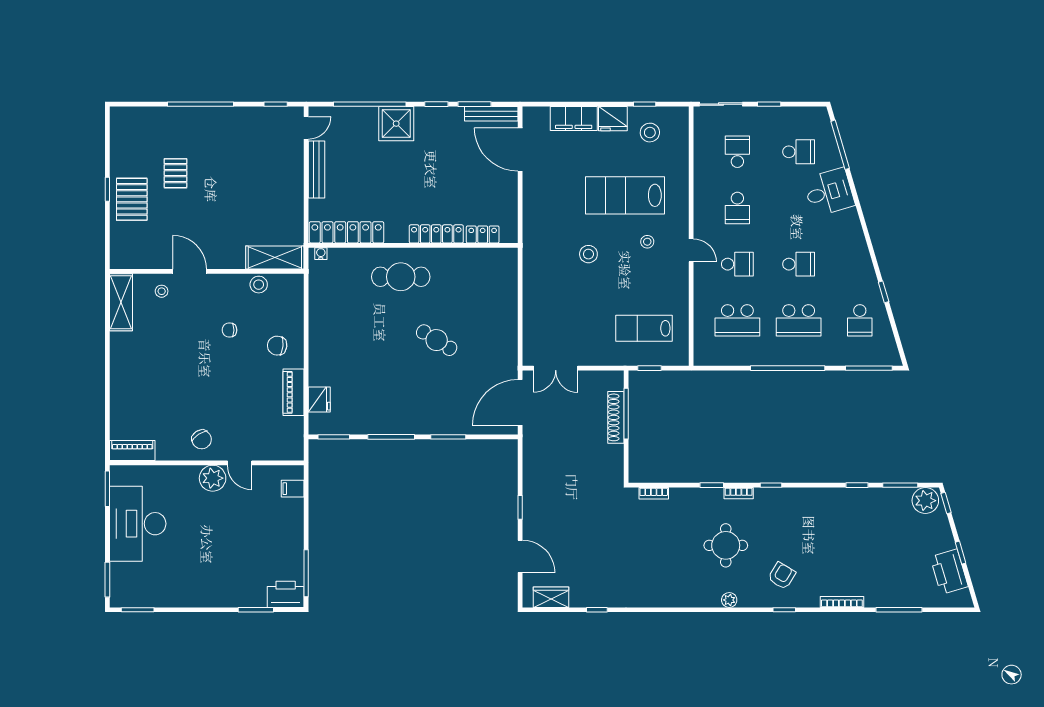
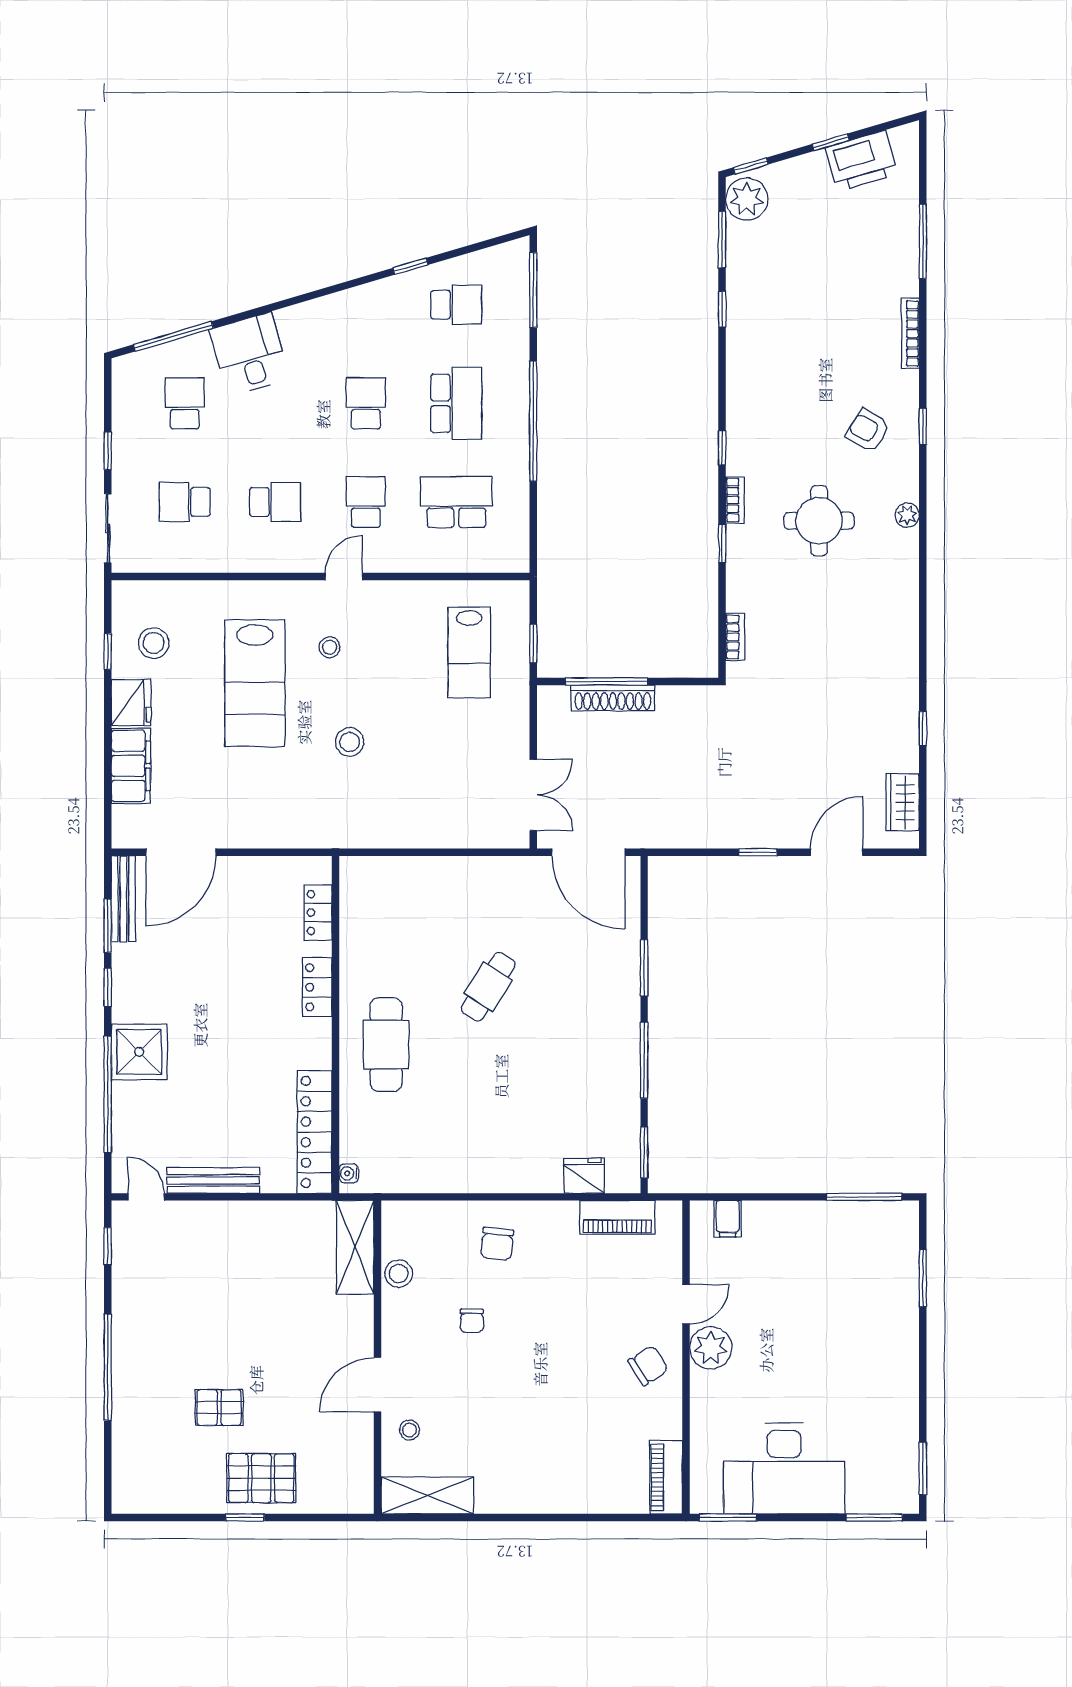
locker: (436, 234) -> (317, 987), width x0.66
school desk: (737, 320) -> (456, 502), turned -90
piano: (294, 392) -> (617, 1217), moved
printer: (286, 594) -> (898, 1230), removed

